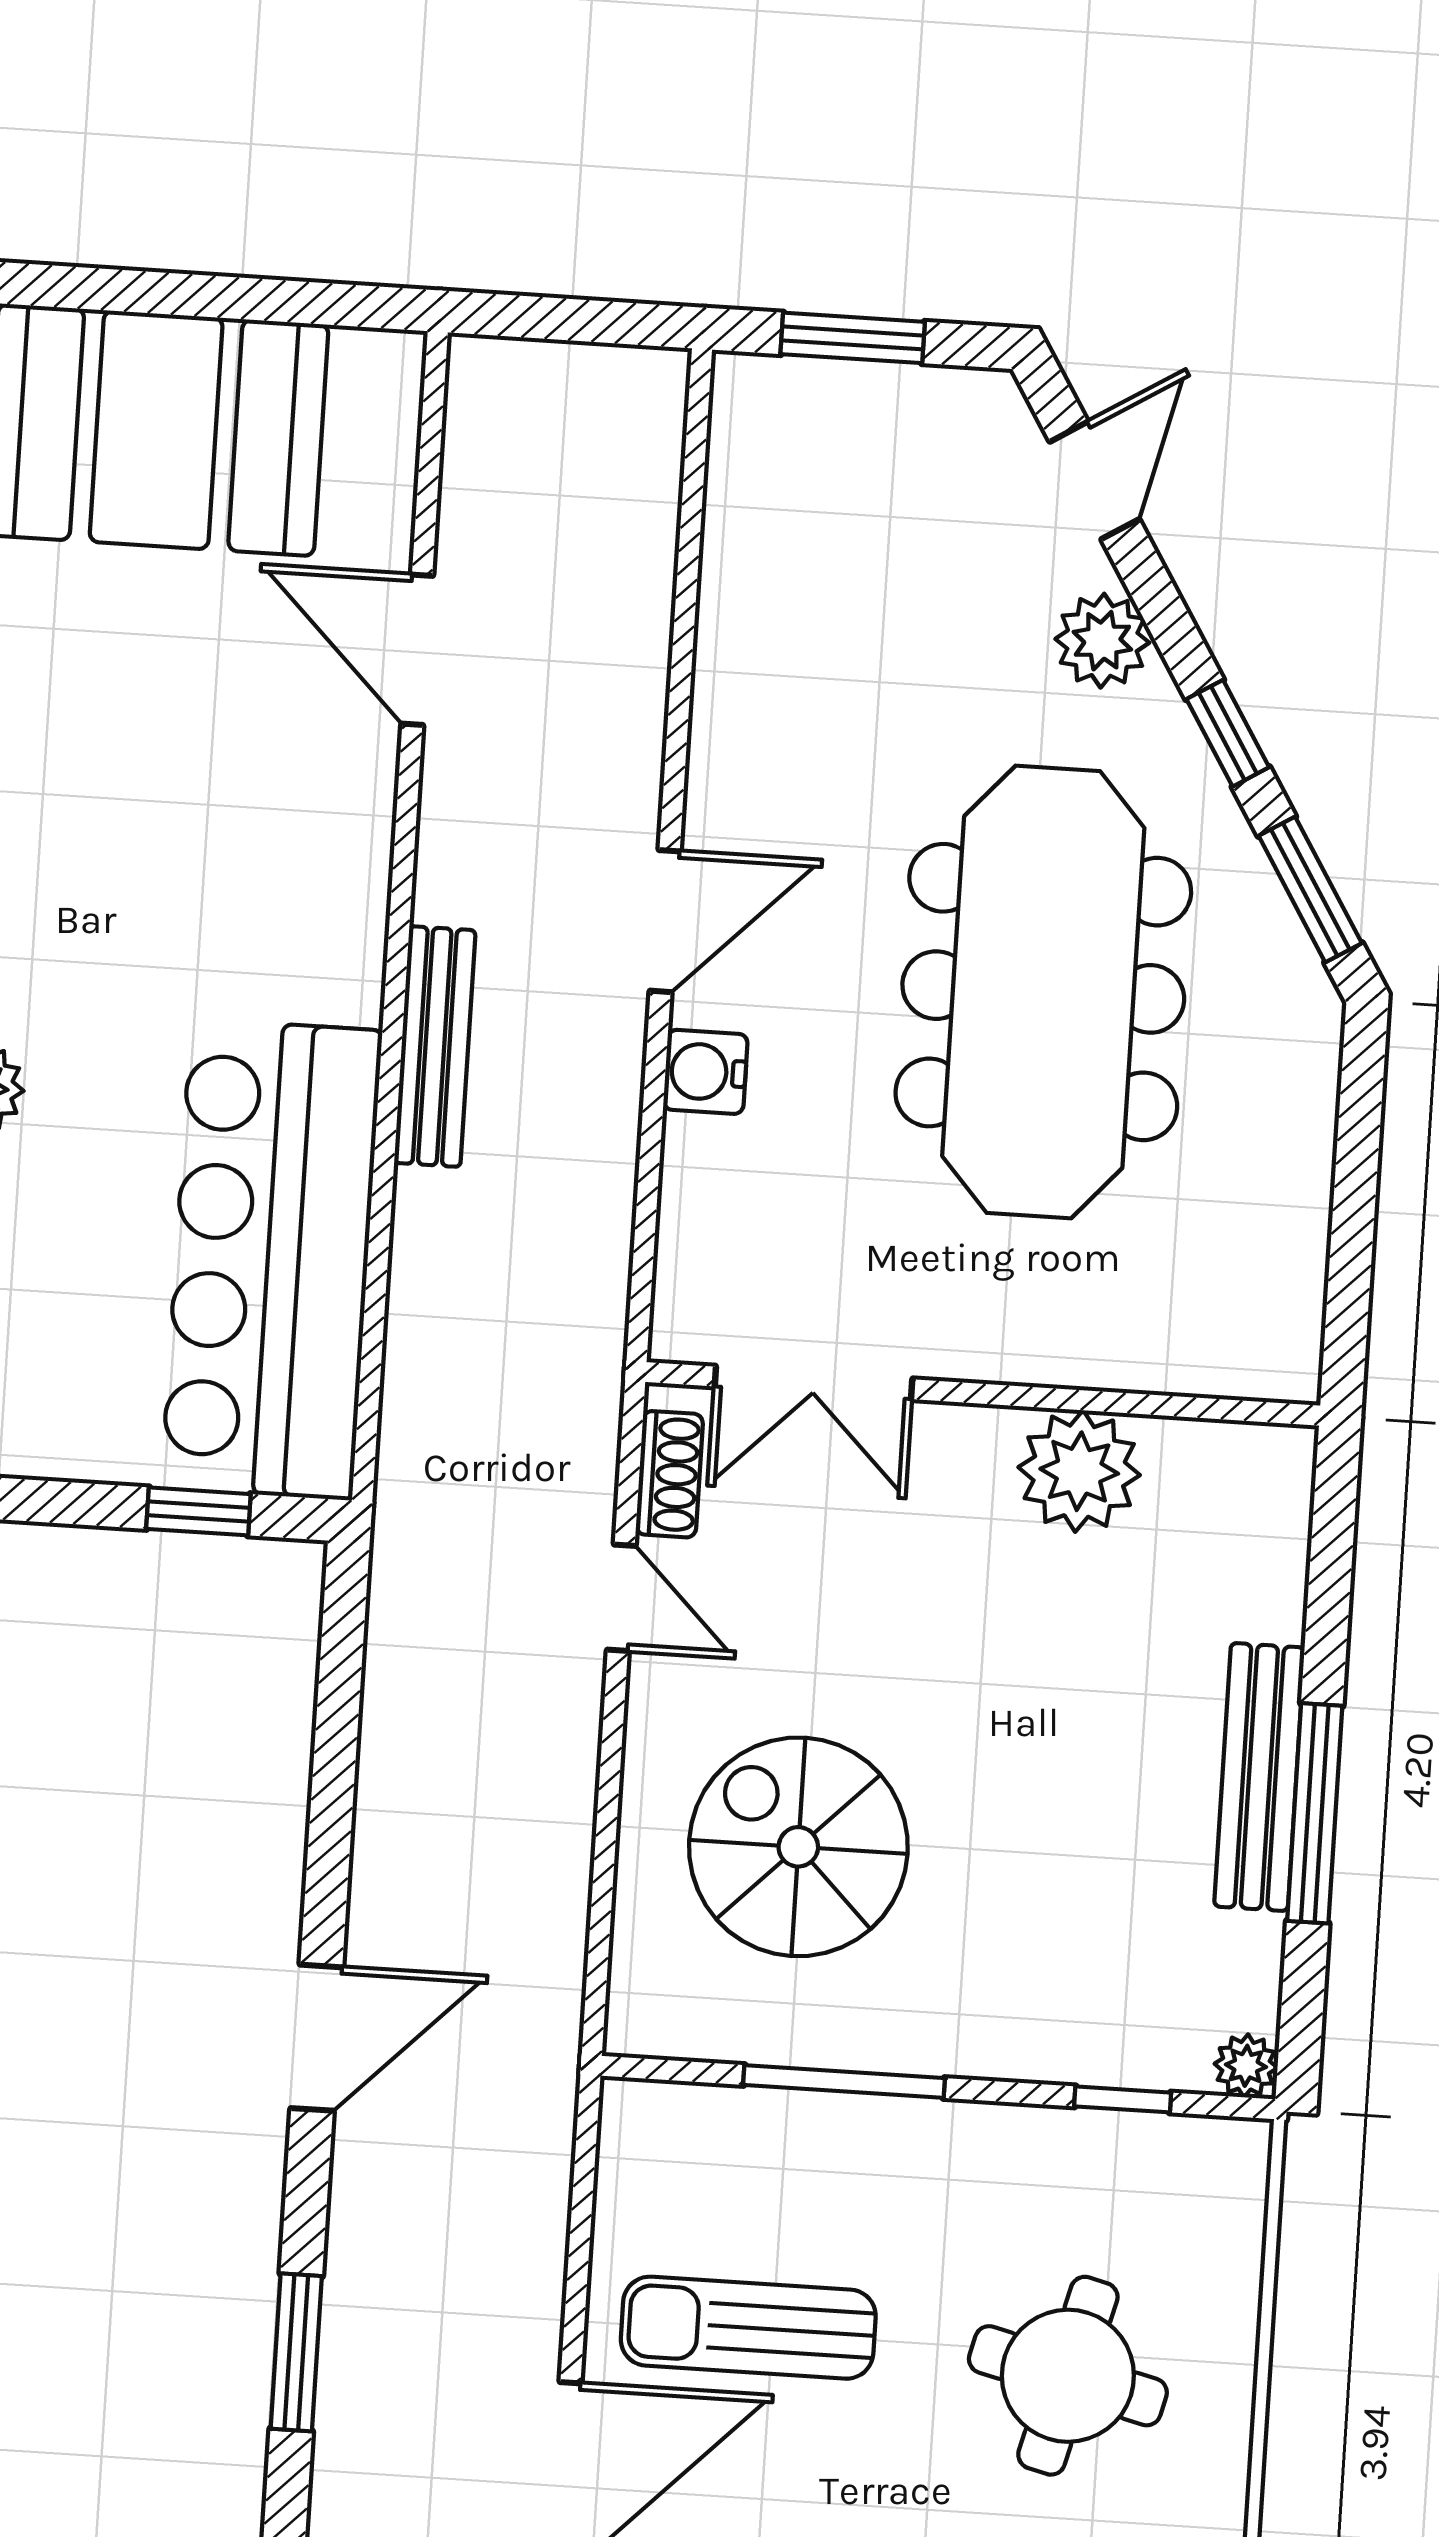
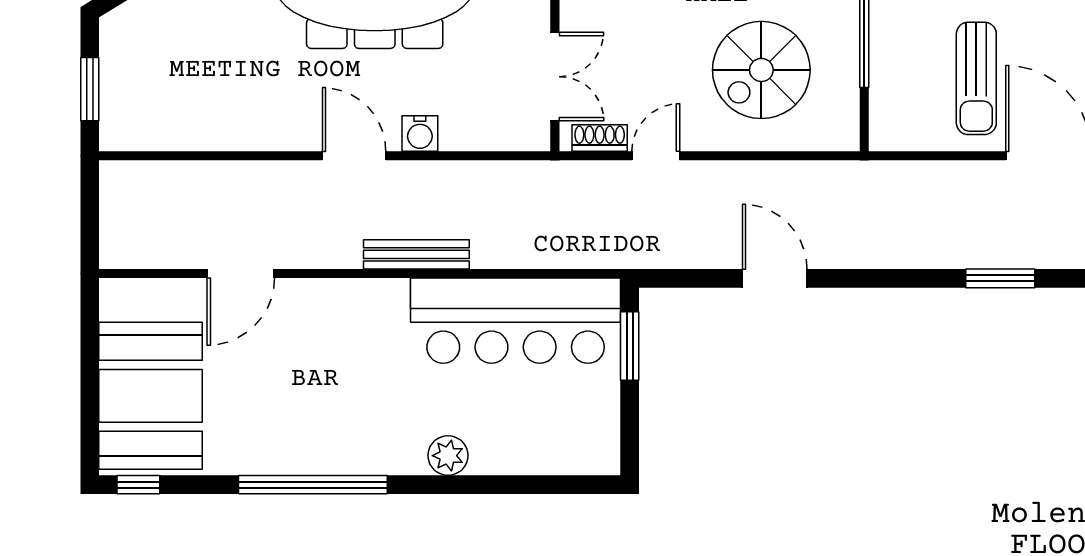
window: (198, 1511) -> (630, 346), width x1.50
door: (317, 2038) -> (775, 278), moved

